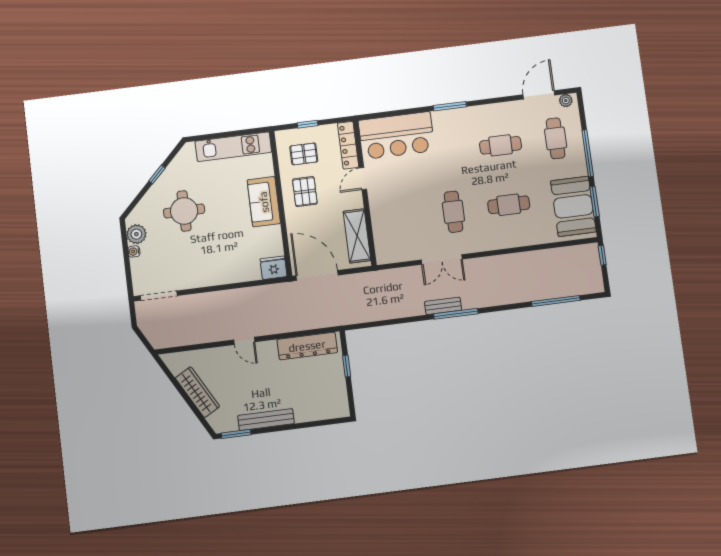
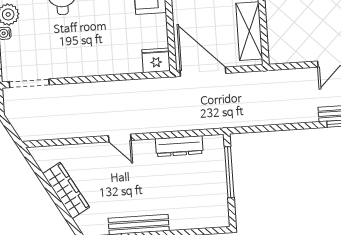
dresser: (307, 346) -> (179, 146), width x0.73, depth x0.80
window: (347, 366) -> (229, 172), width x2.17

